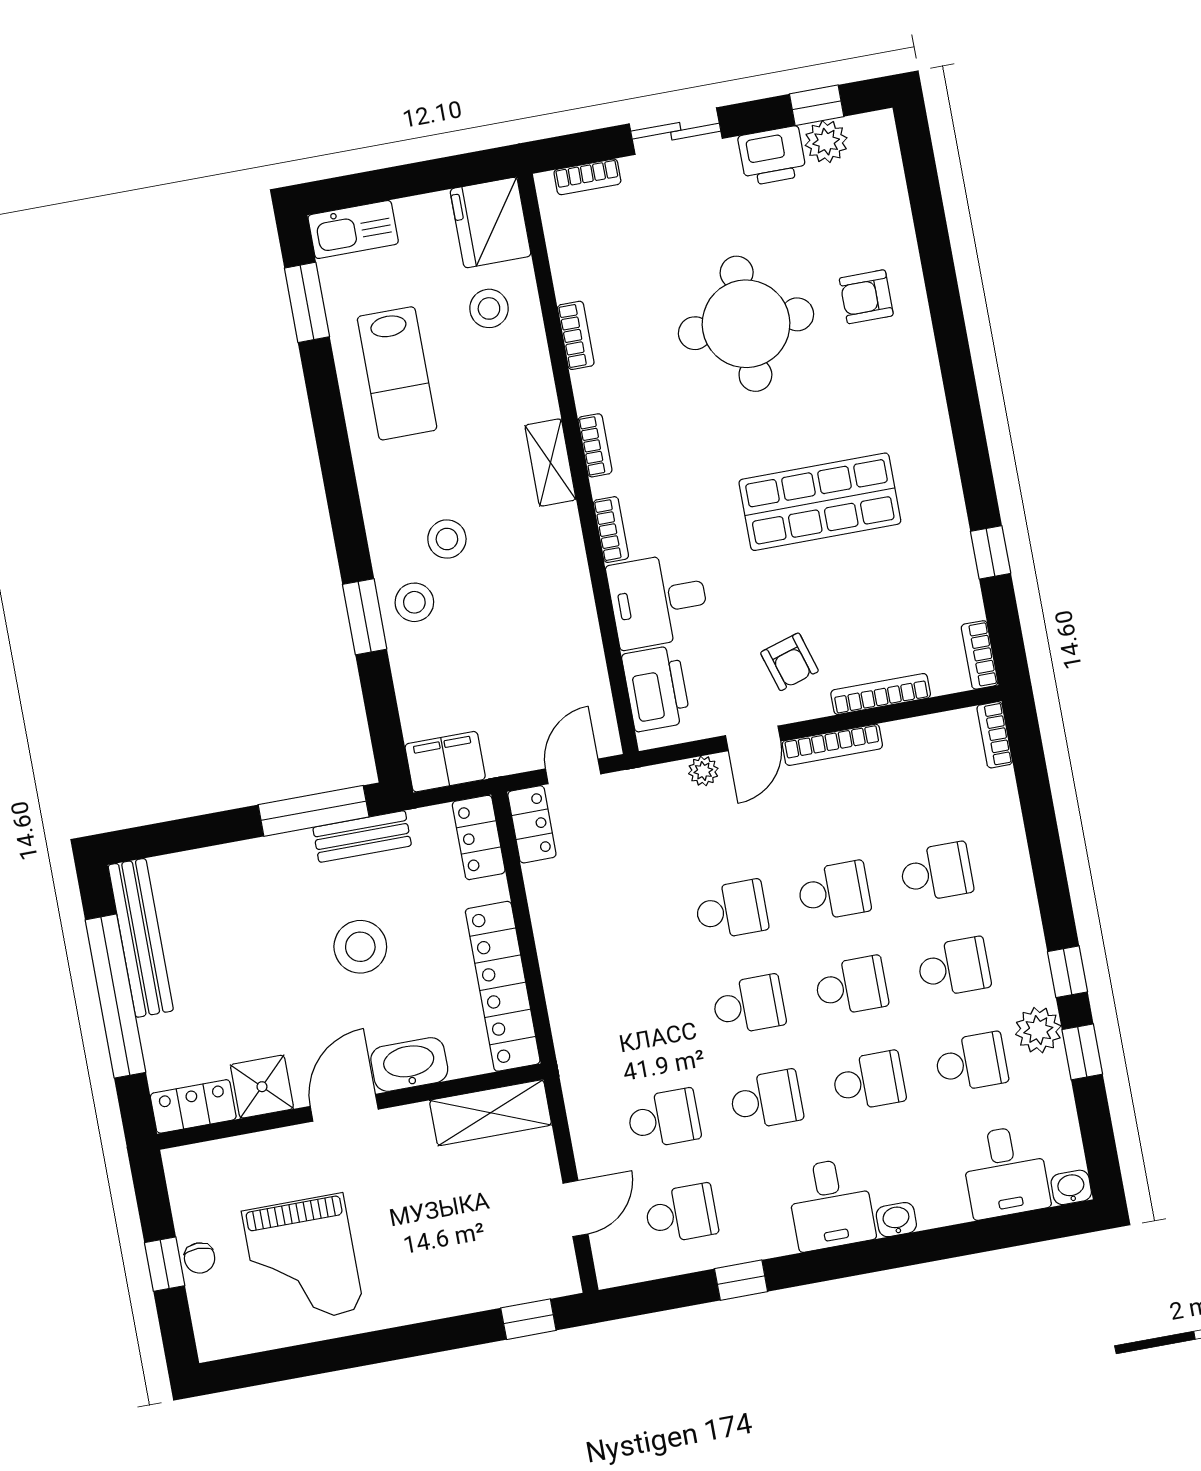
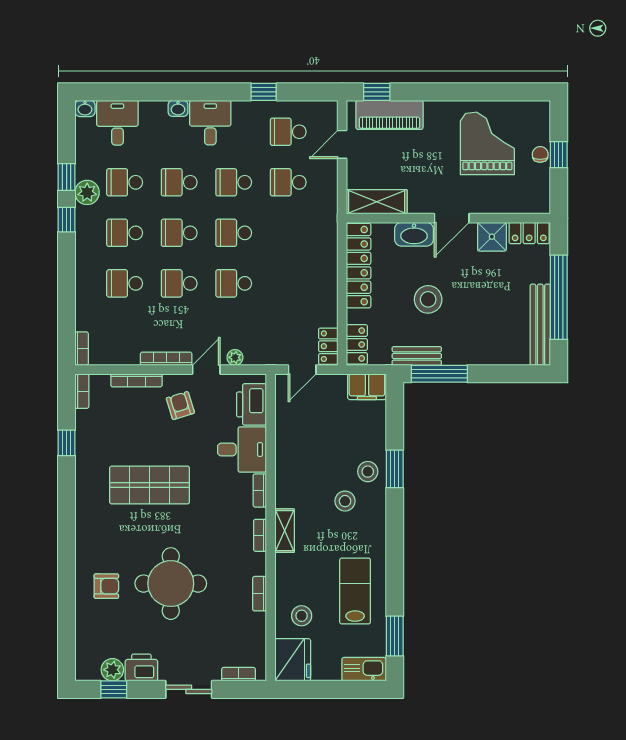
piano: (497, 1280) -> (389, 115), added

